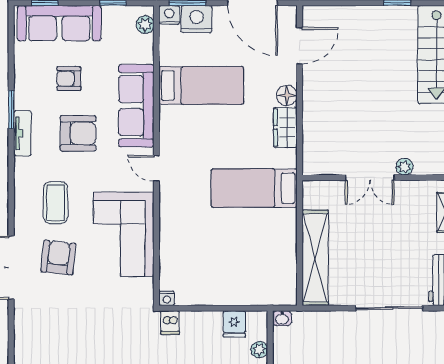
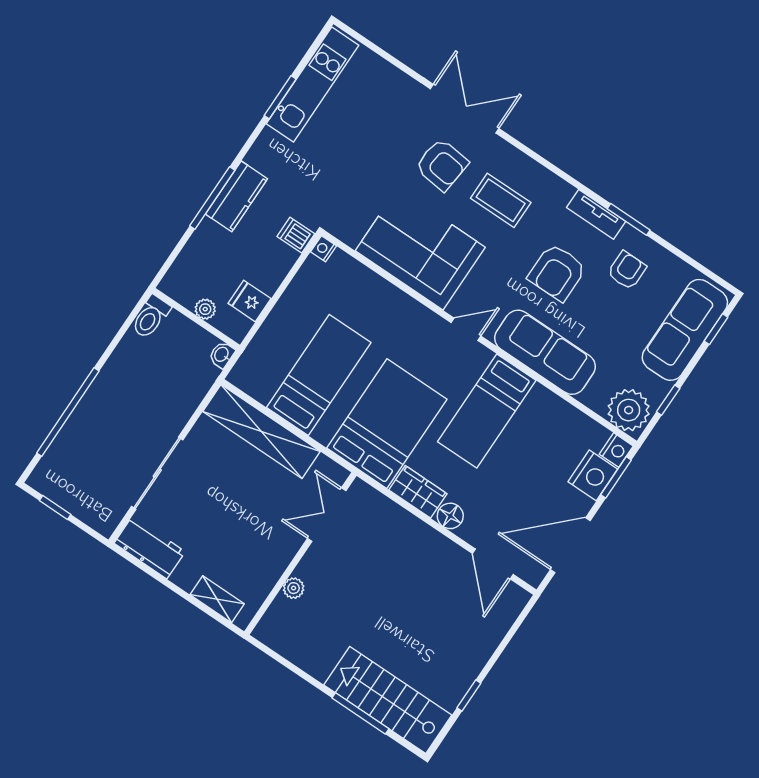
plant: (145, 25) -> (629, 410), width x1.87, depth x1.87
armchair: (69, 79) -> (627, 270), moved
bed: (201, 85) -> (487, 411), moved
double door: (370, 178) -> (327, 514), moved
bed: (254, 188) -> (387, 424), width x1.50
bed: (252, 245) -> (319, 375), added

